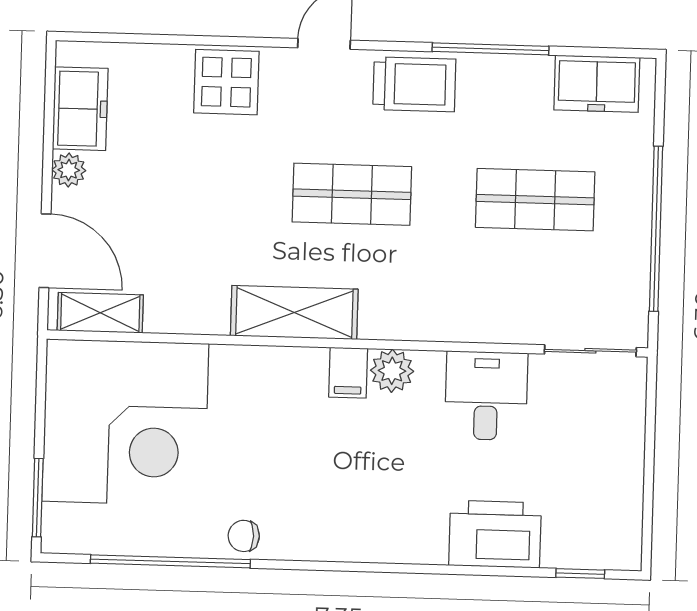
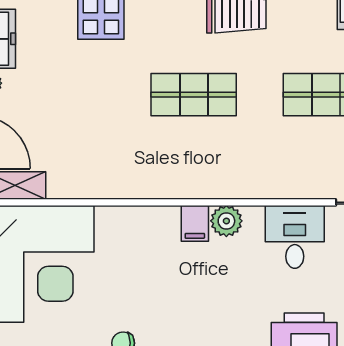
shelving: (294, 313) -> (155, 181), removed

